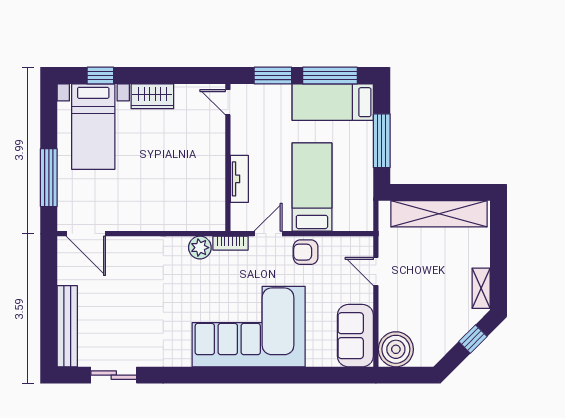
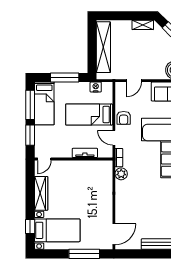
wardrobe: (152, 96) -> (41, 193), width x1.50
nightstand: (364, 199) -> (96, 87), added

